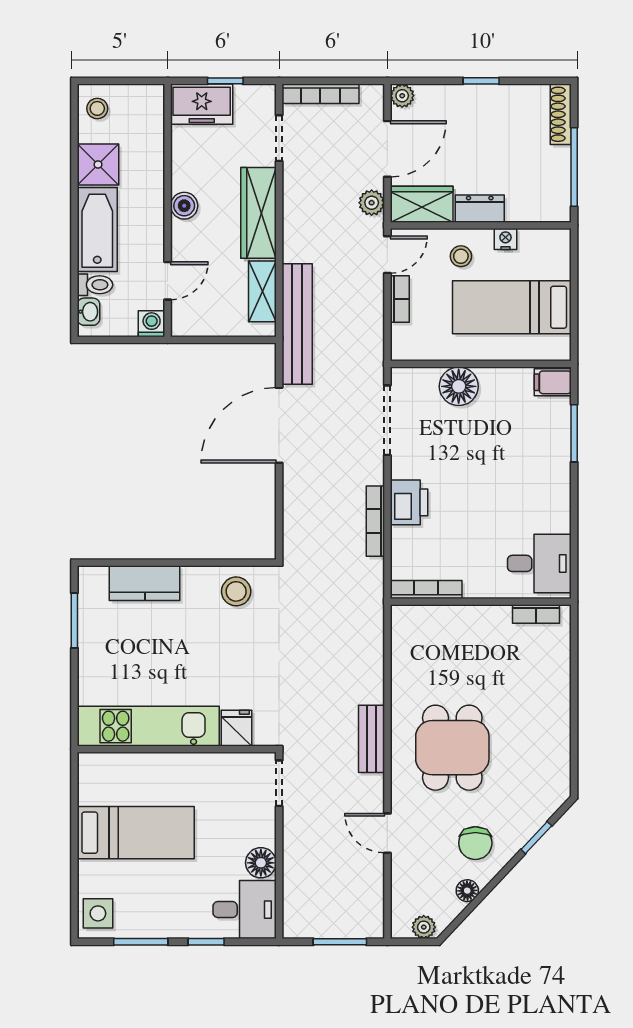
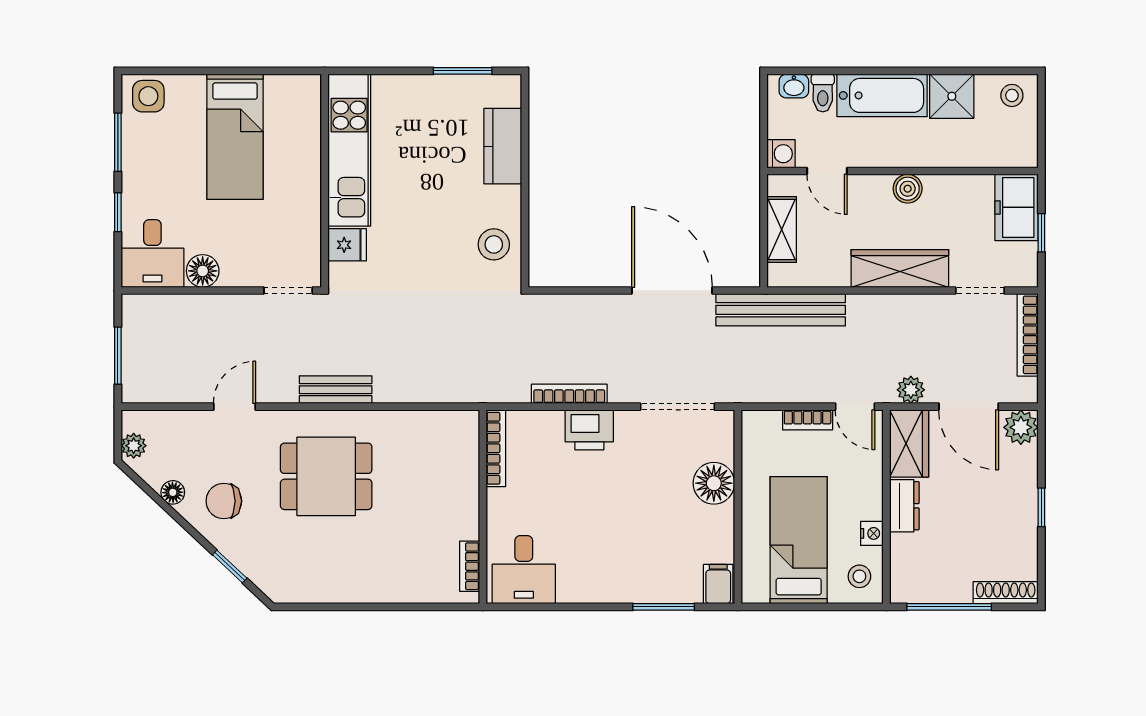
plant: (402, 96) -> (1021, 427), width x1.38, depth x1.38
stool: (461, 256) -> (859, 576), moved
shelving: (262, 291) -> (782, 229), moved, turned 90

